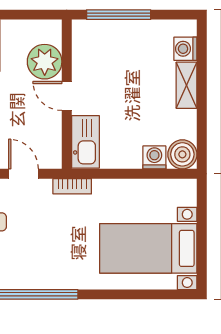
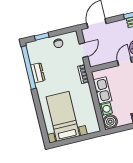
kitchen sink: (85, 142) -> (102, 90), moved, turned -90
dresser: (47, 278) -> (38, 73), added

